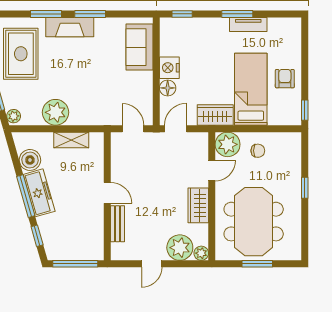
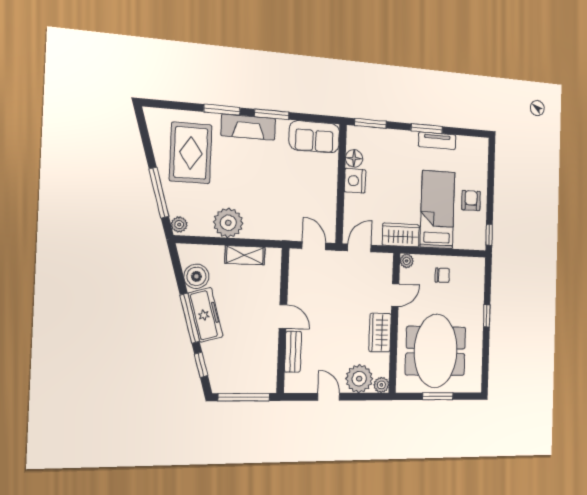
window: (182, 14) -> (370, 123), width x1.50
sofa: (139, 47) -> (314, 137), moved, turned -90
floor lamp: (168, 88) -> (354, 158), moved
plant: (228, 144) -> (407, 261), width x0.53, depth x0.53
door: (152, 264) -> (329, 397), swing flipped

